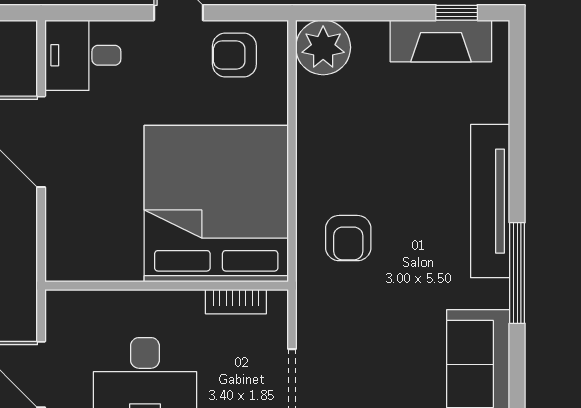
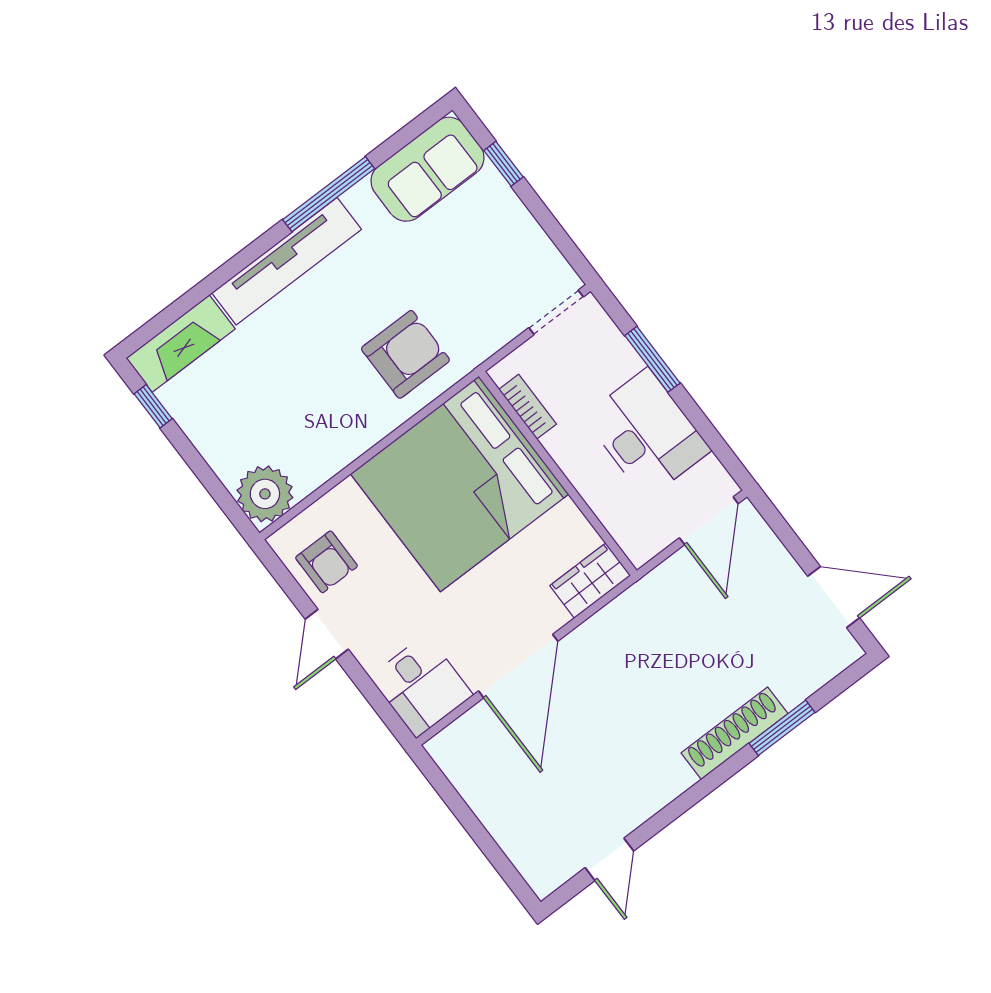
fireplace: (441, 41) -> (181, 344), moved, turned 90
armchair: (348, 238) -> (405, 354), width x1.38, depth x1.38
wardrobe: (65, 248) -> (590, 581), added

